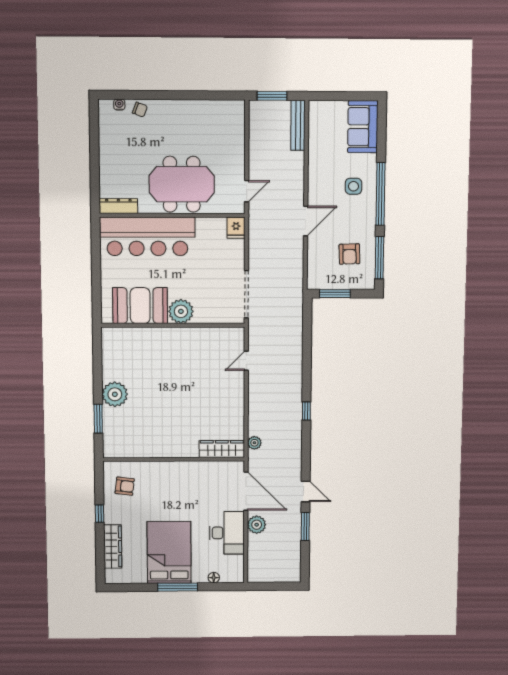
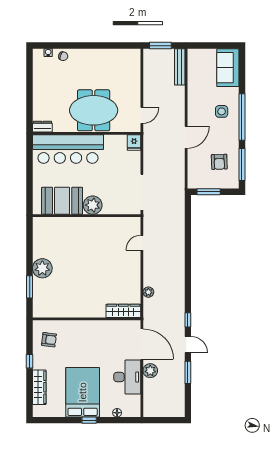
dresser: (118, 206) -> (42, 127), width x0.70
window: (306, 411) -> (188, 320), moved
plant: (254, 443) -> (148, 292), moved
window: (178, 587) -> (89, 420), width x0.46

